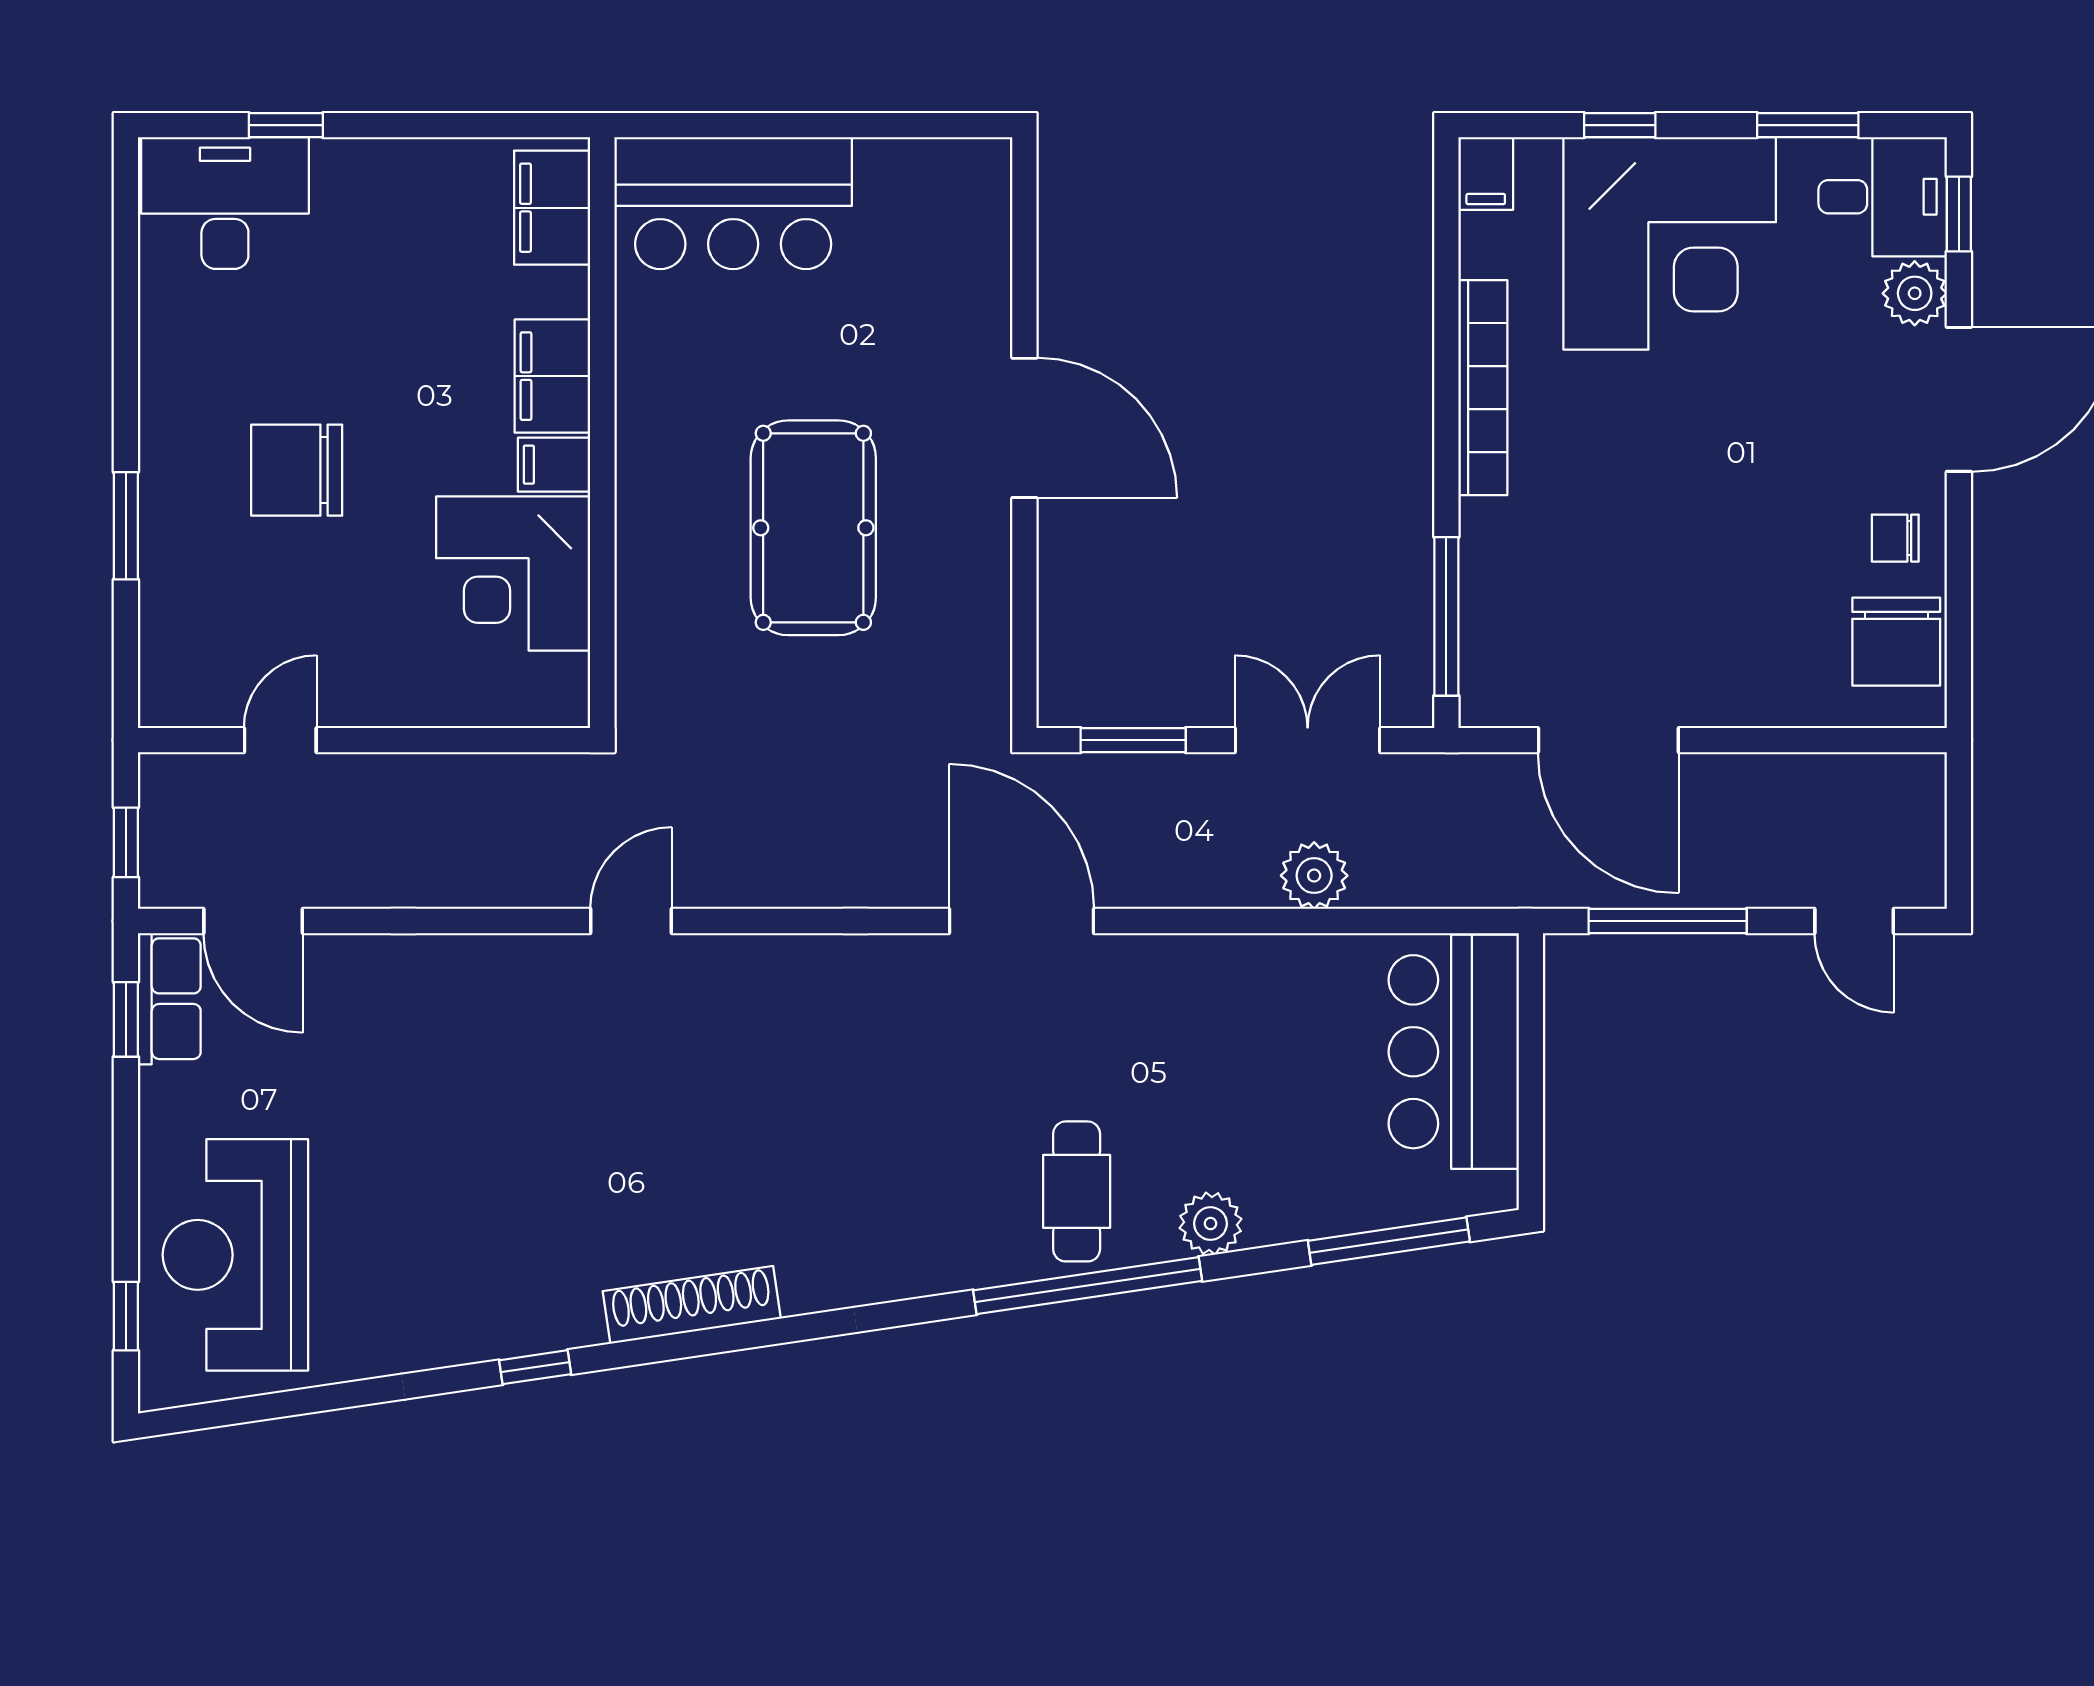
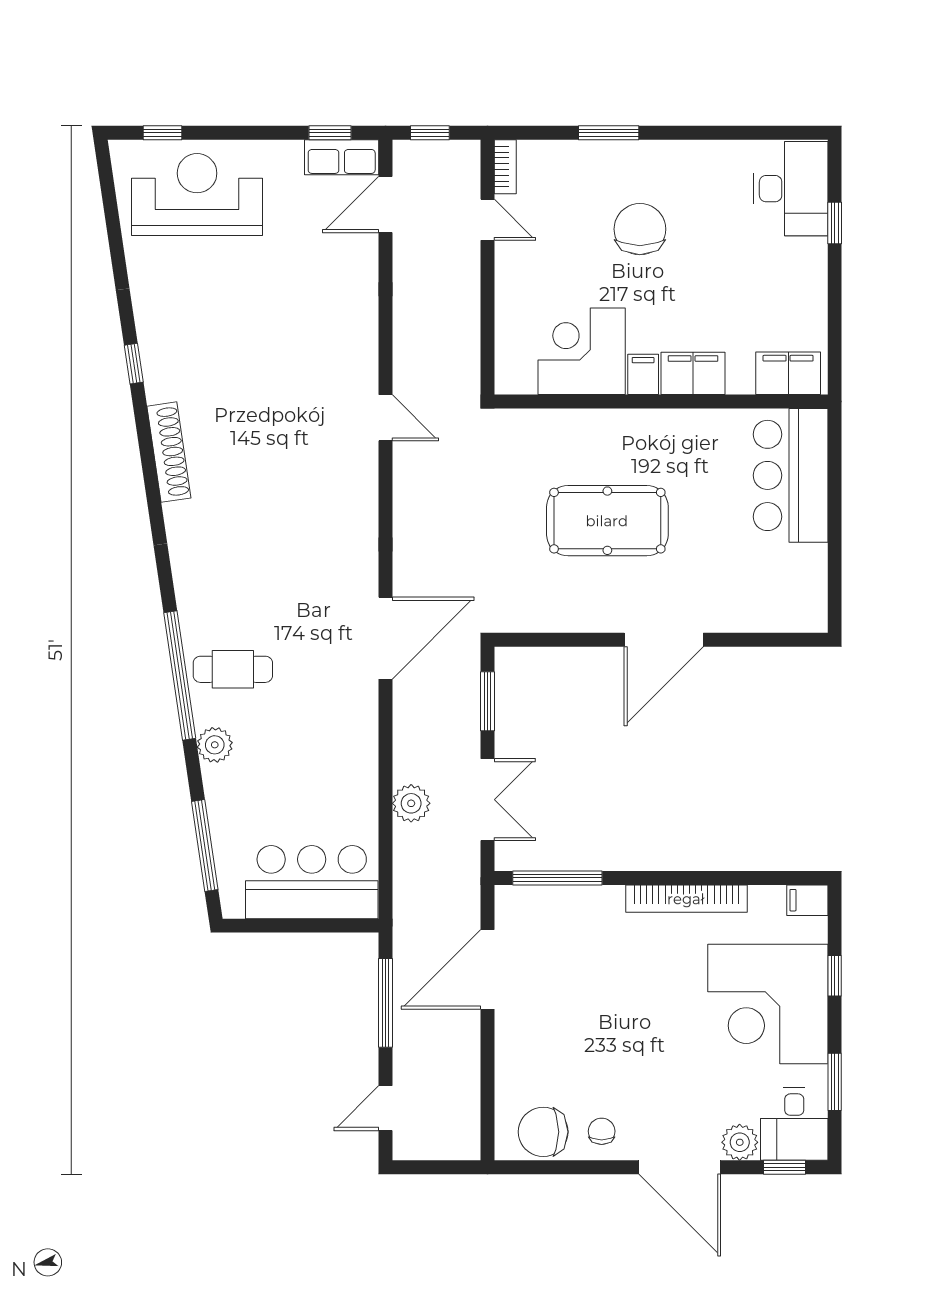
bookcase: (186, 709) -> (505, 167), added

